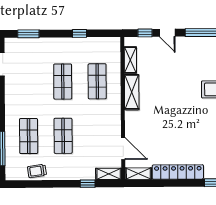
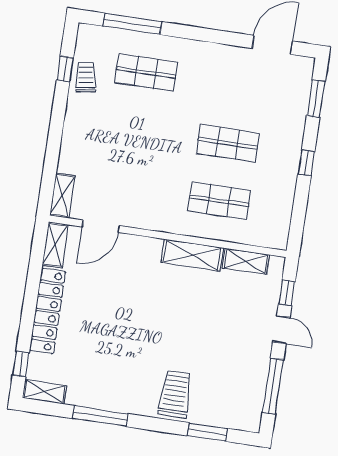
window: (80, 33) -> (306, 163), moved
door: (167, 33) -> (281, 330), swing flipped
shop shelf: (63, 136) -> (137, 130), removed
window: (88, 184) -> (65, 69), moved

